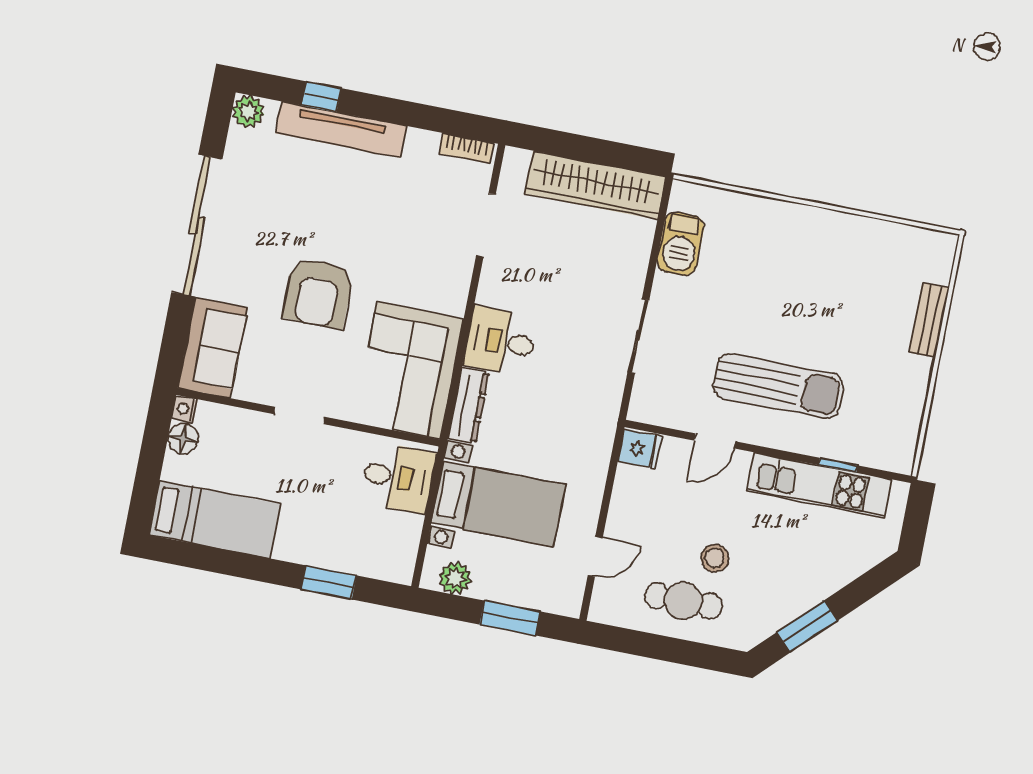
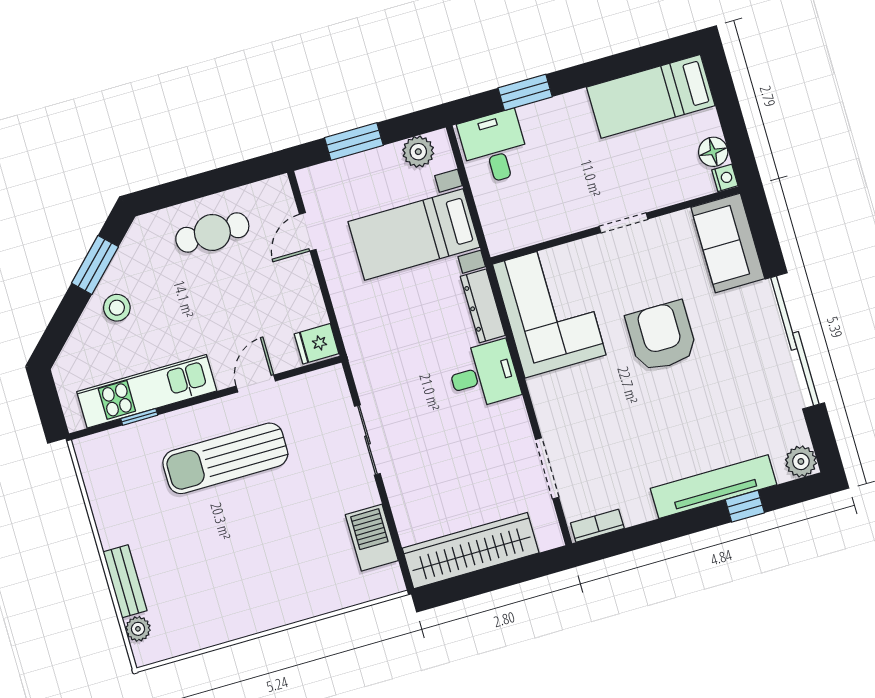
plant: (939, 270) -> (138, 629), added
desk: (398, 478) -> (494, 147), moved, turned 90
stool: (715, 558) -> (117, 308), moved

